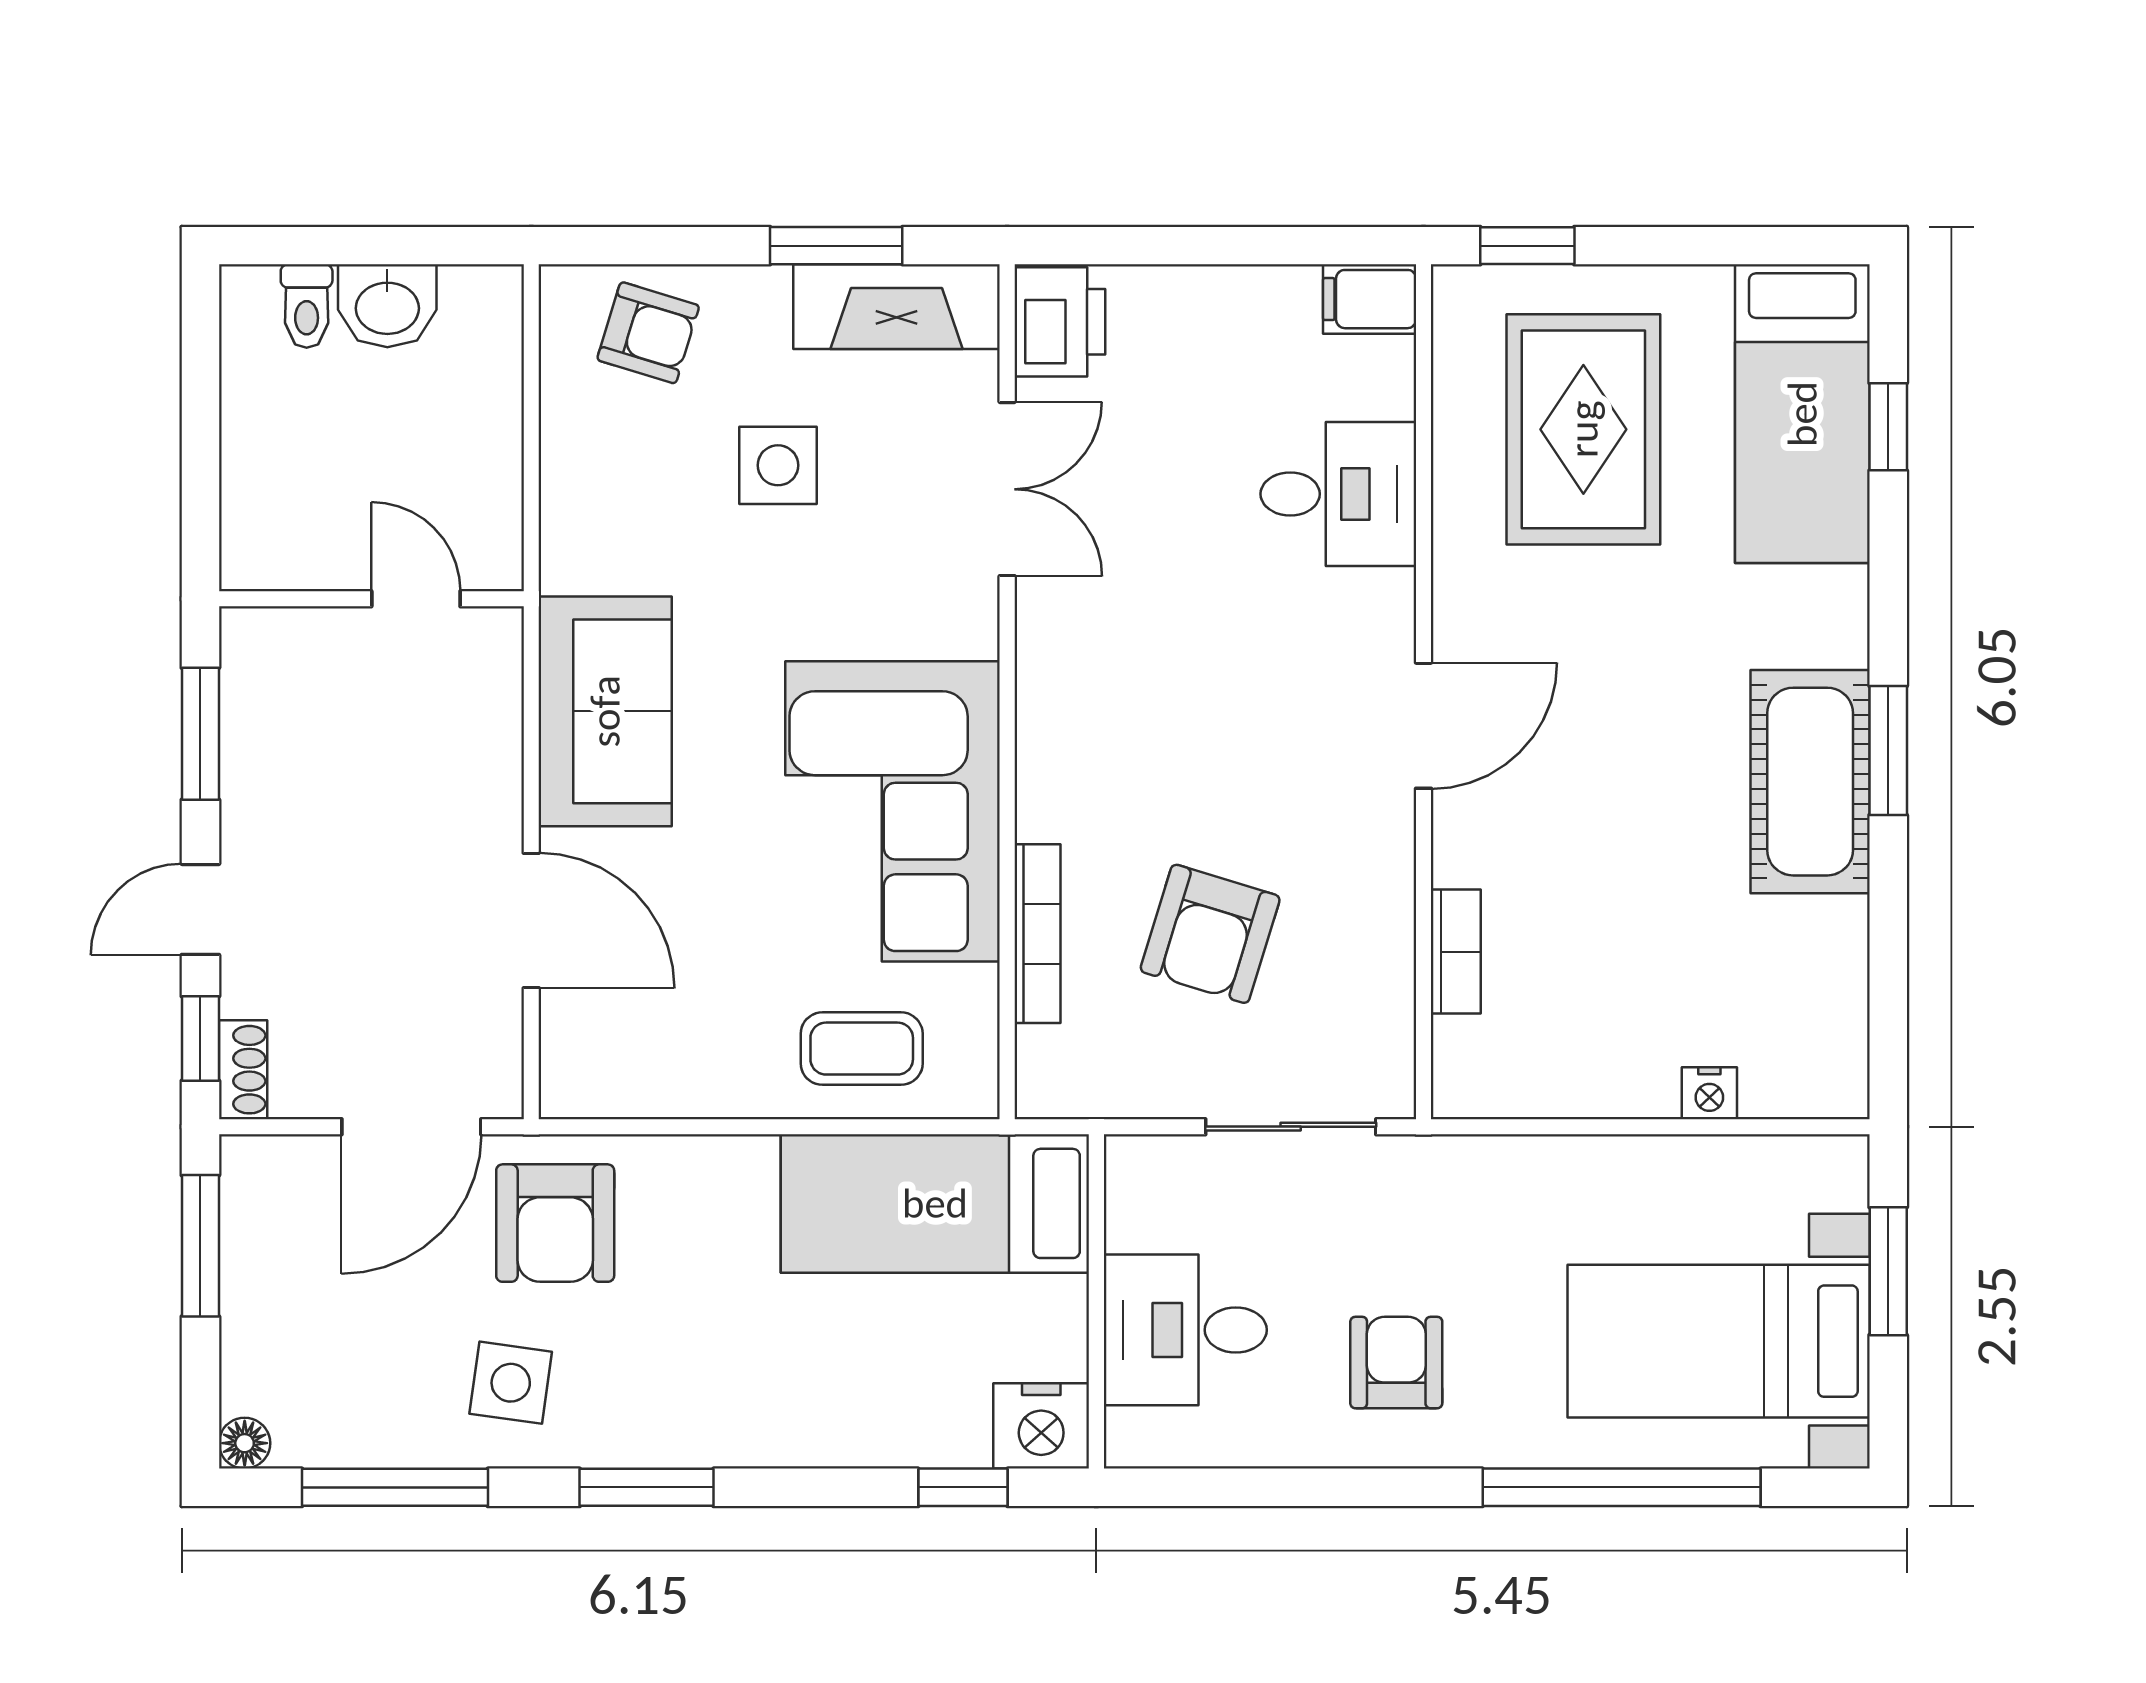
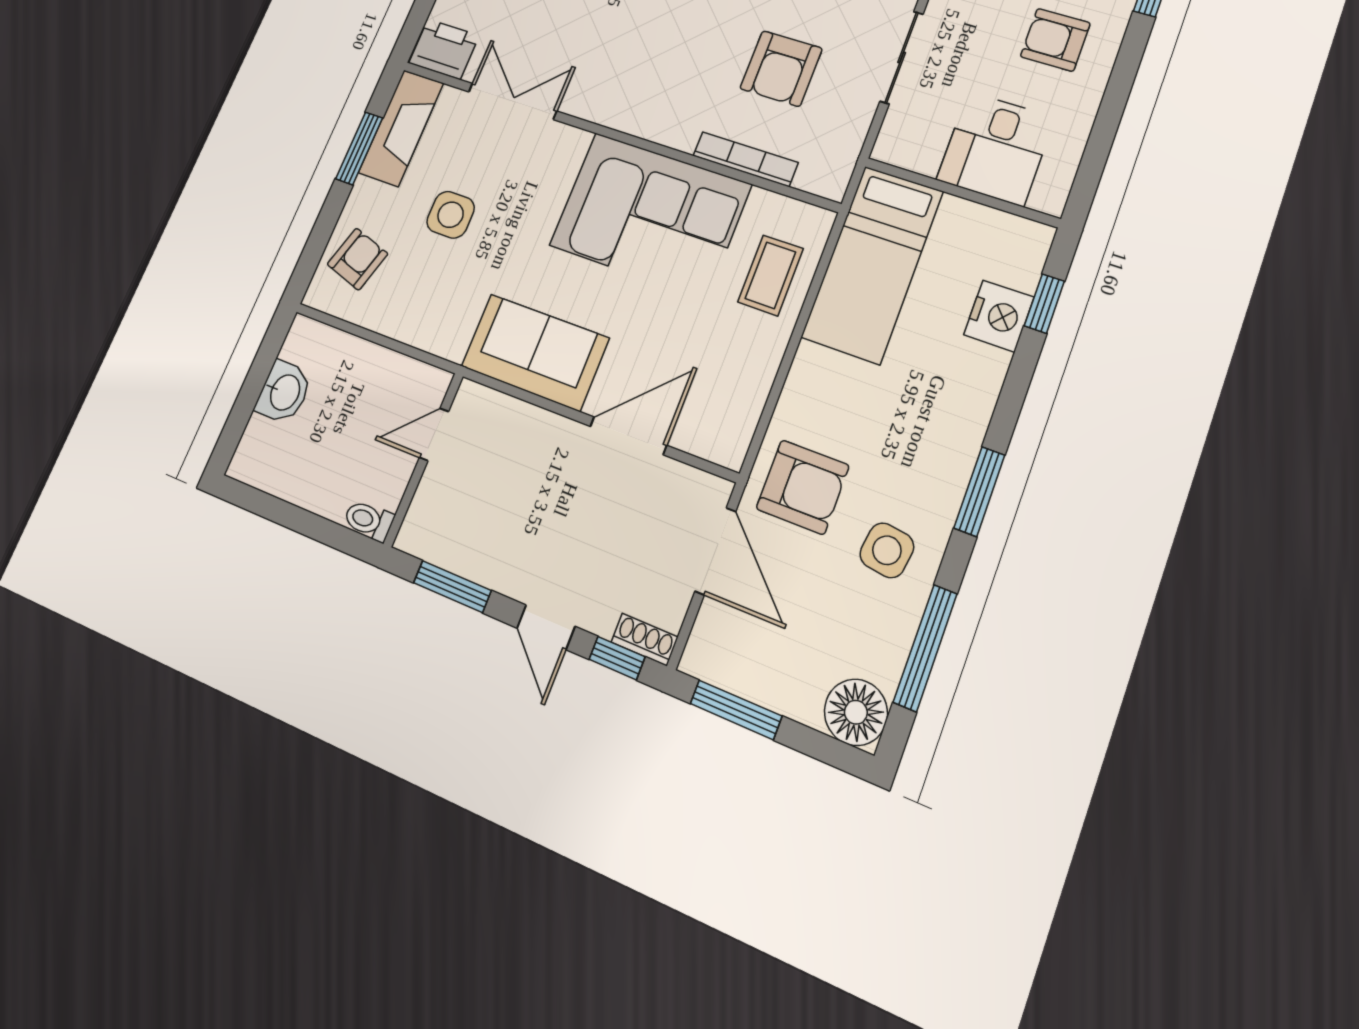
toilet: (307, 306) -> (369, 520), moved, turned 180
armchair: (1210, 934) -> (781, 69), turned 73
nightstand: (1041, 1426) -> (999, 316), moved
floor lamp: (245, 1443) -> (856, 712), width x1.89, depth x1.89

